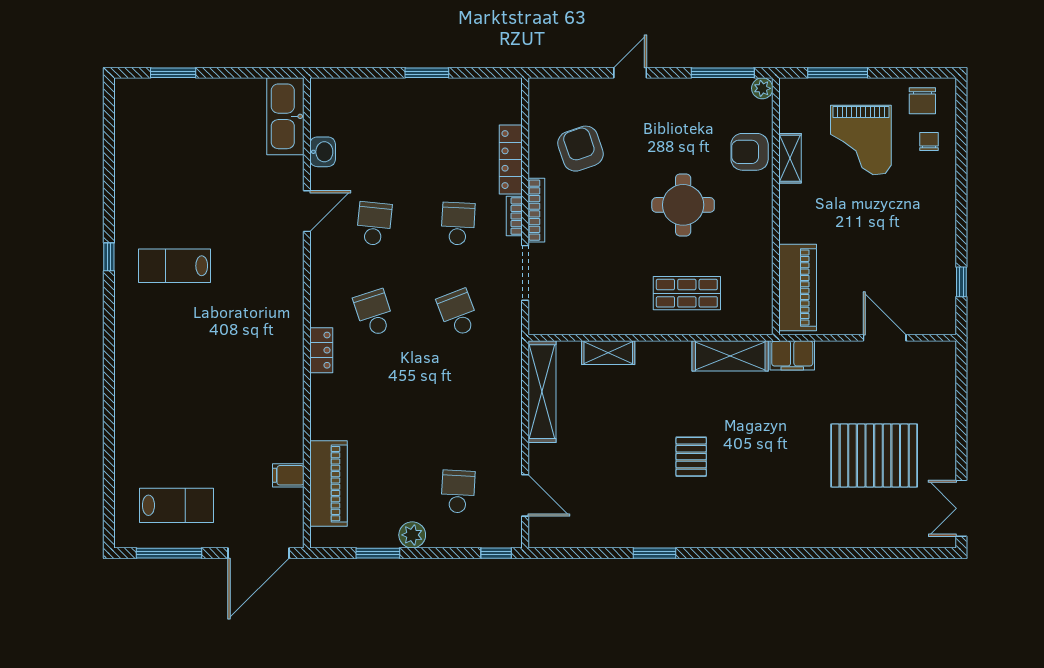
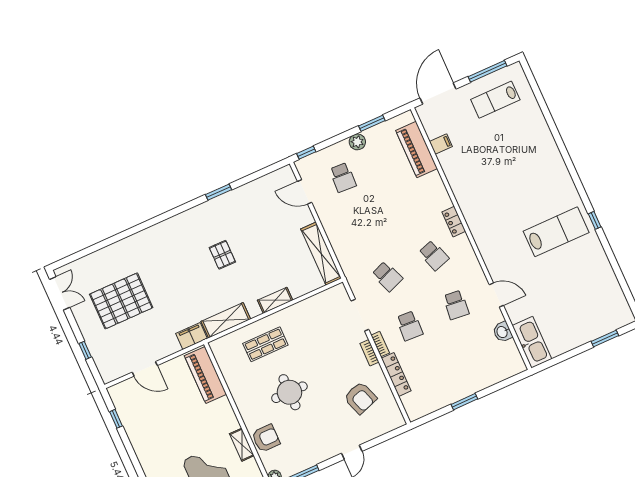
bookcase: (536, 210) -> (369, 353), width x0.64
door: (307, 211) -> (496, 295), swing flipped
lab bench: (174, 266) -> (556, 232), width x1.36, depth x1.39
shelving: (608, 353) -> (275, 300), moved
window: (961, 406) -> (85, 350), added

